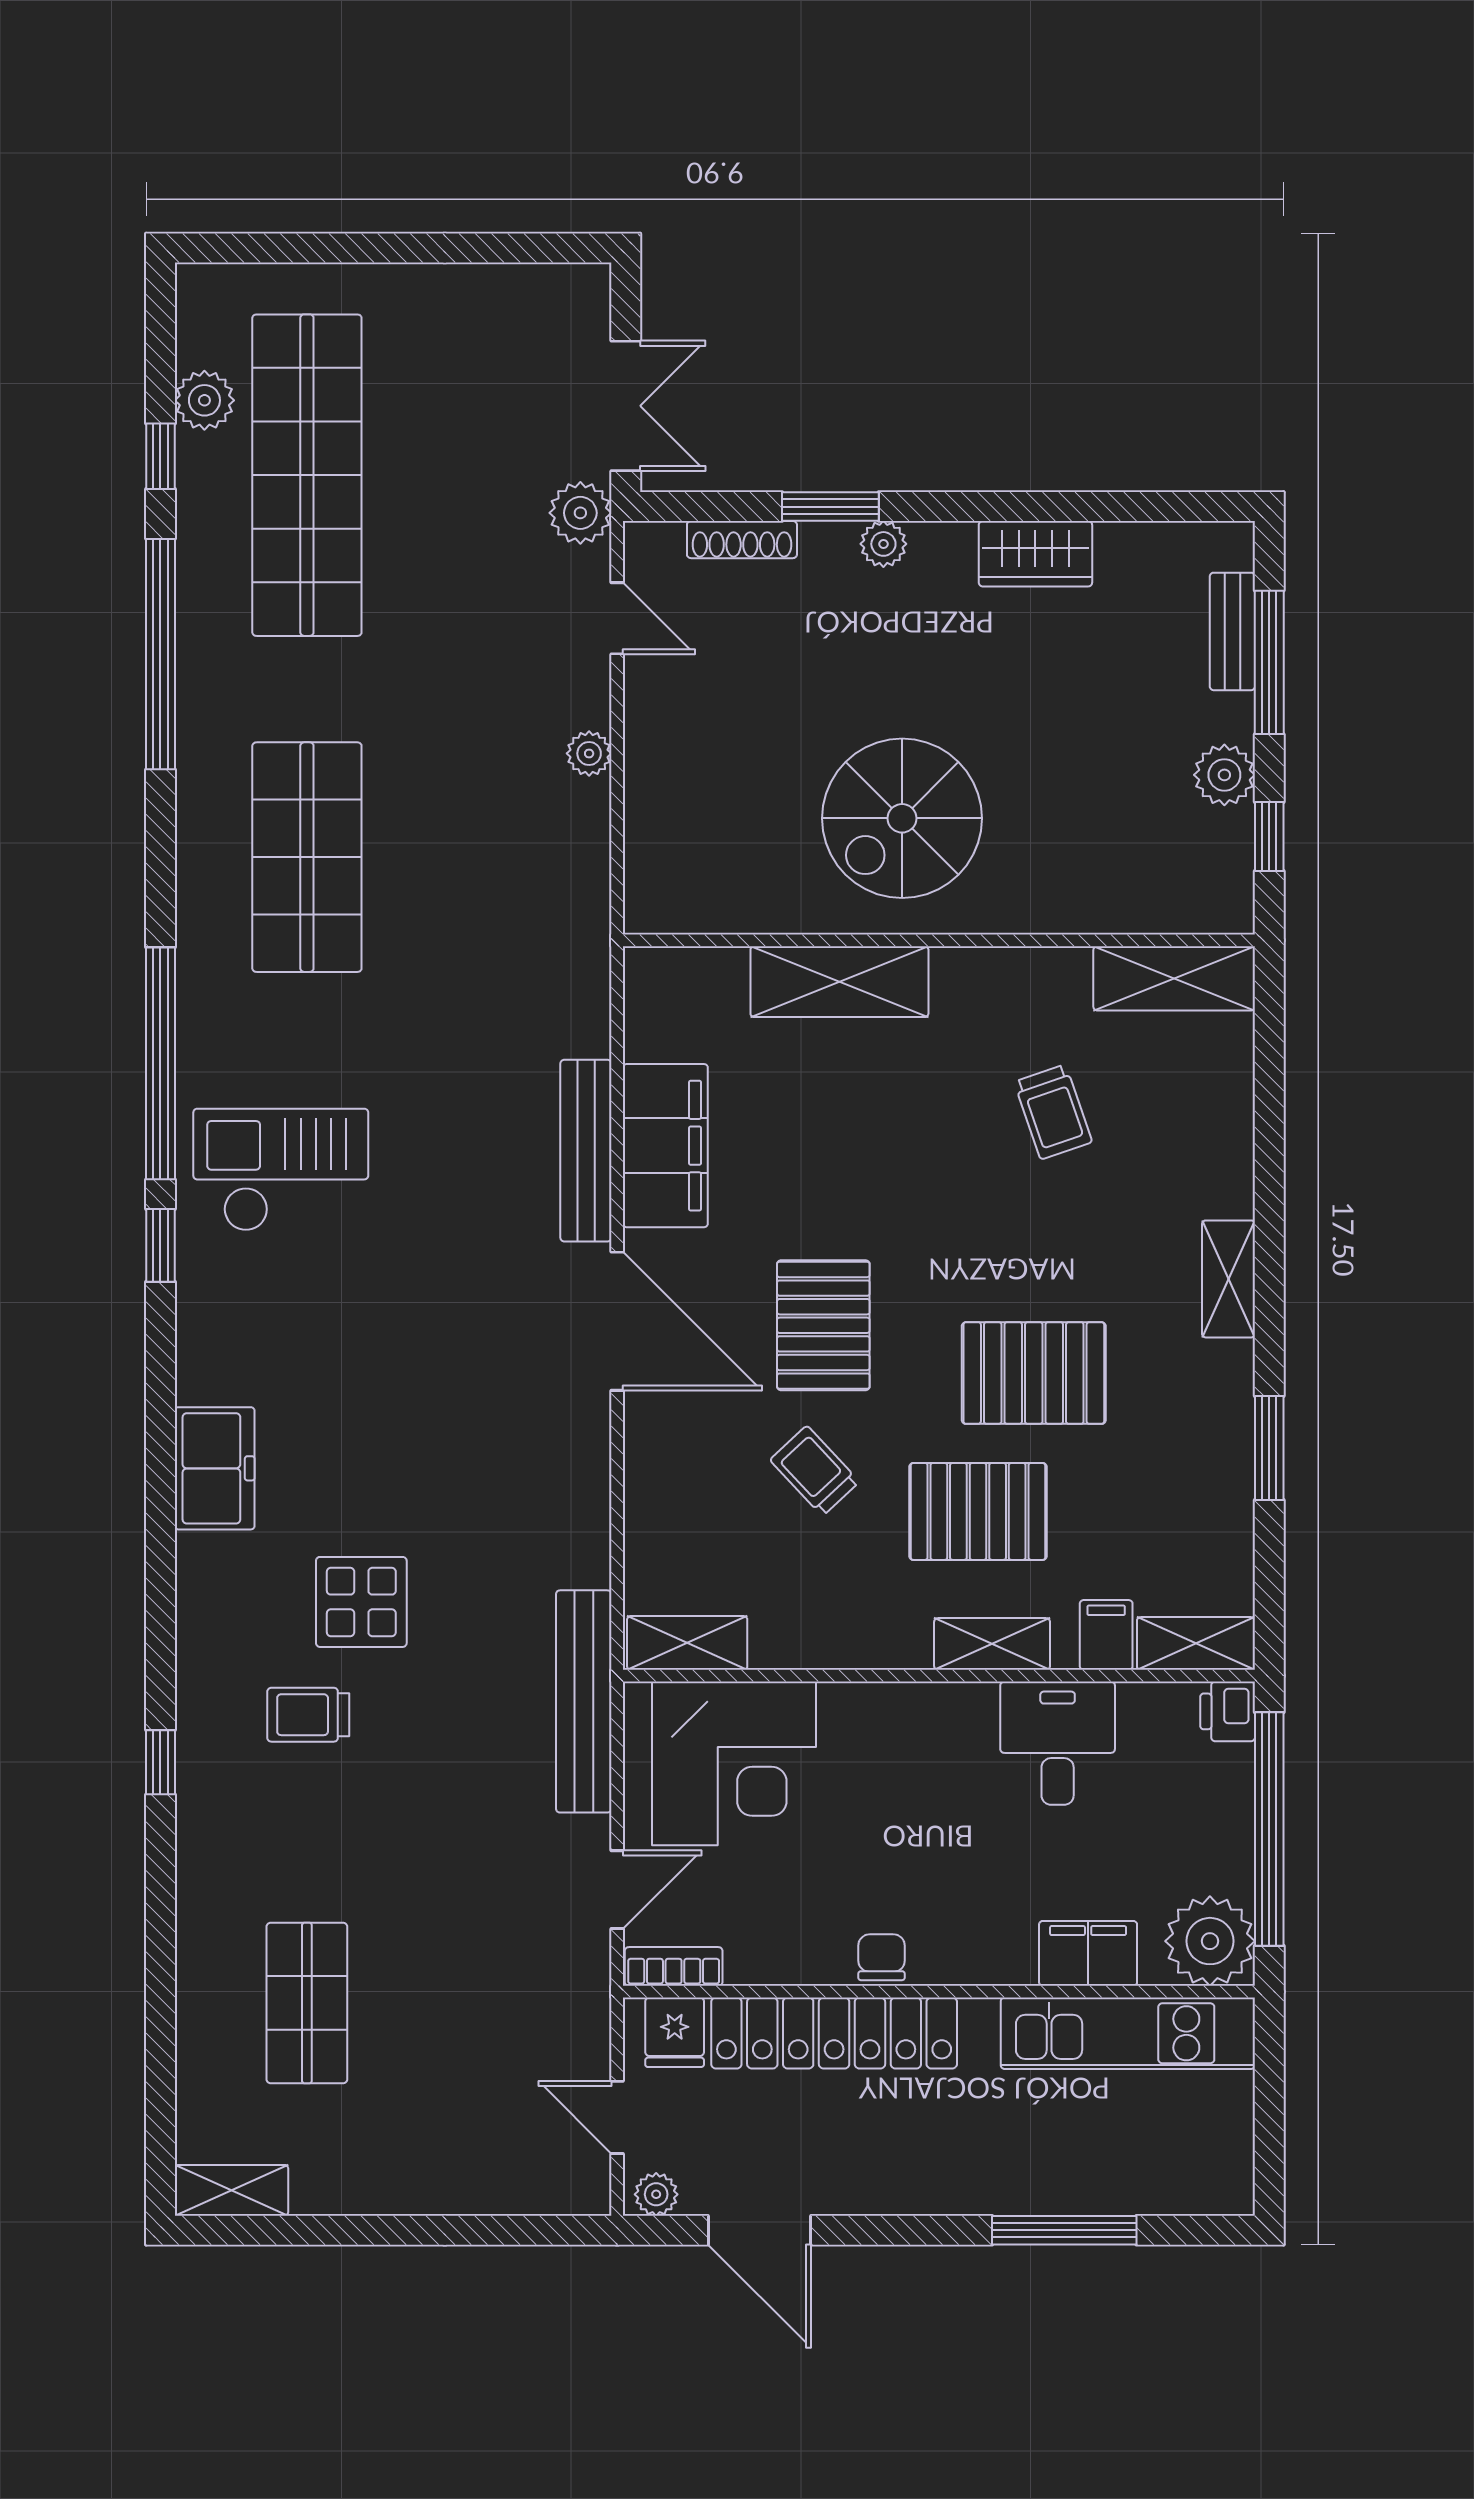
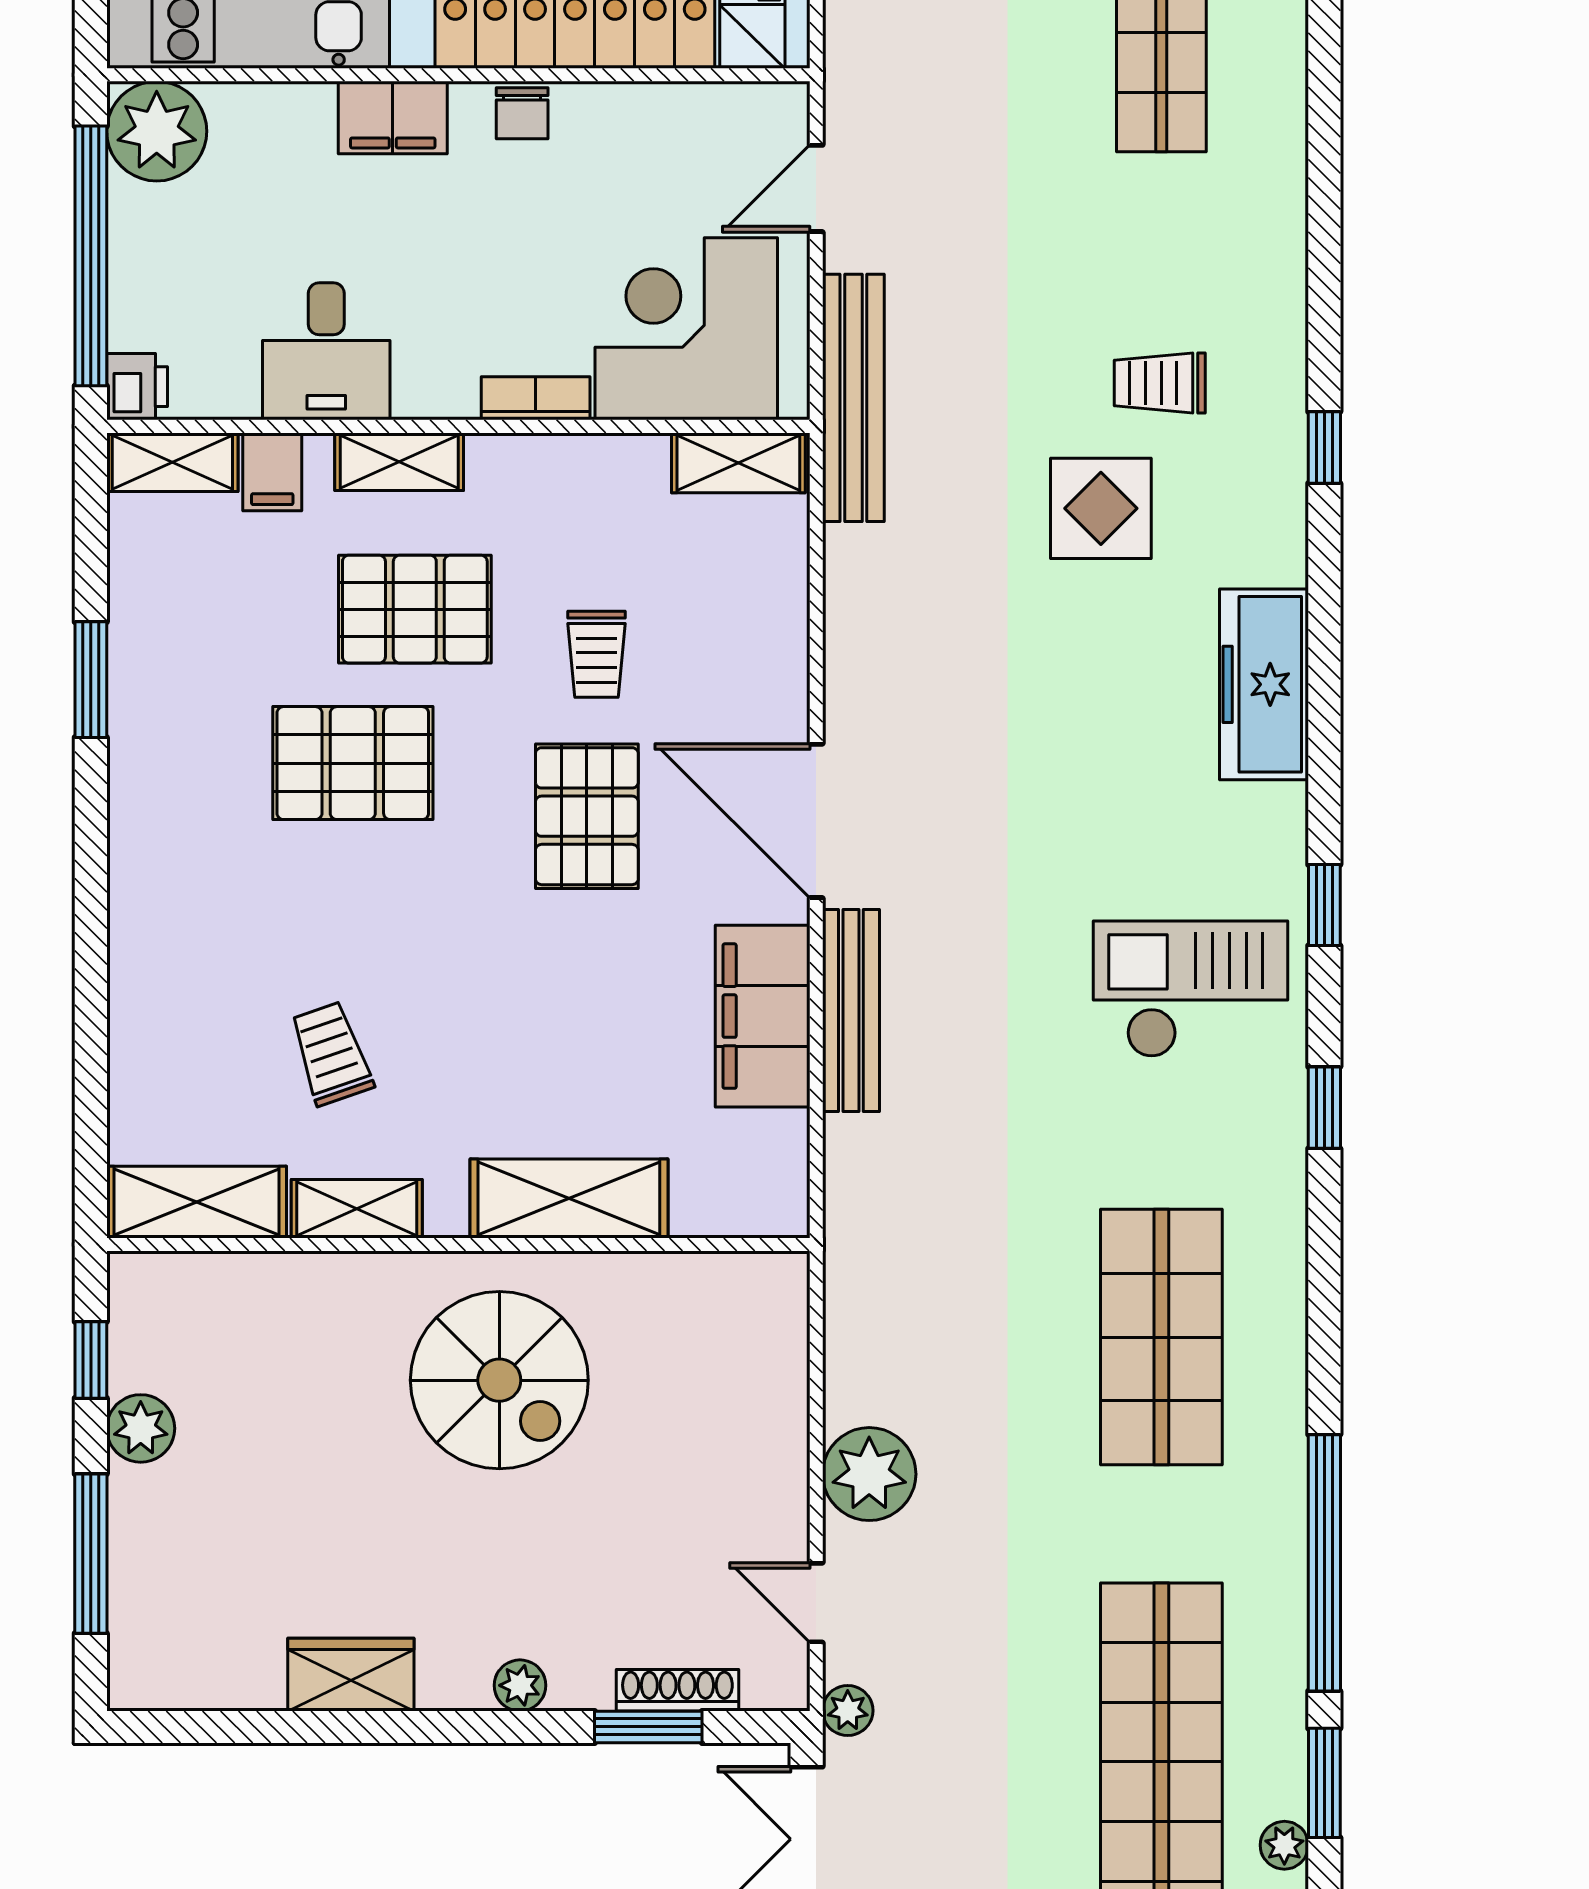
plant: (204, 400) -> (1284, 1845), width x0.73, depth x0.73
window: (160, 456) -> (1324, 1783), width x1.50
window: (830, 507) -> (648, 1727), moved
plant: (580, 513) -> (848, 1711), width x0.73, depth x0.73
bench: (1232, 631) -> (132, 1588), removed
plant: (589, 753) -> (869, 1474), width x1.87, depth x1.87
spiral stairs: (902, 818) -> (499, 1380), turned 90
window: (160, 1063) -> (1324, 1108), width x0.32
checkout: (281, 1170) -> (1190, 989), turned 180
shelving: (1228, 1279) -> (357, 1209), moved, turned 90
freezer: (215, 1468) -> (1264, 684), width x1.40
trolley: (815, 1471) -> (597, 654), turned 43
trolley: (308, 1715) -> (1160, 383), turned 180
window: (160, 1762) -> (1324, 448), moved
filing cabinet: (1088, 1953) -> (393, 118), moved
bookcase: (674, 1966) -> (536, 398), moved, turned 180

